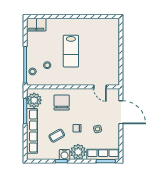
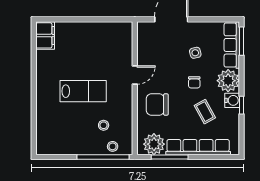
filing cabinet: (36, 25) -> (45, 35), moved
door: (100, 87) -> (135, 75), moved

